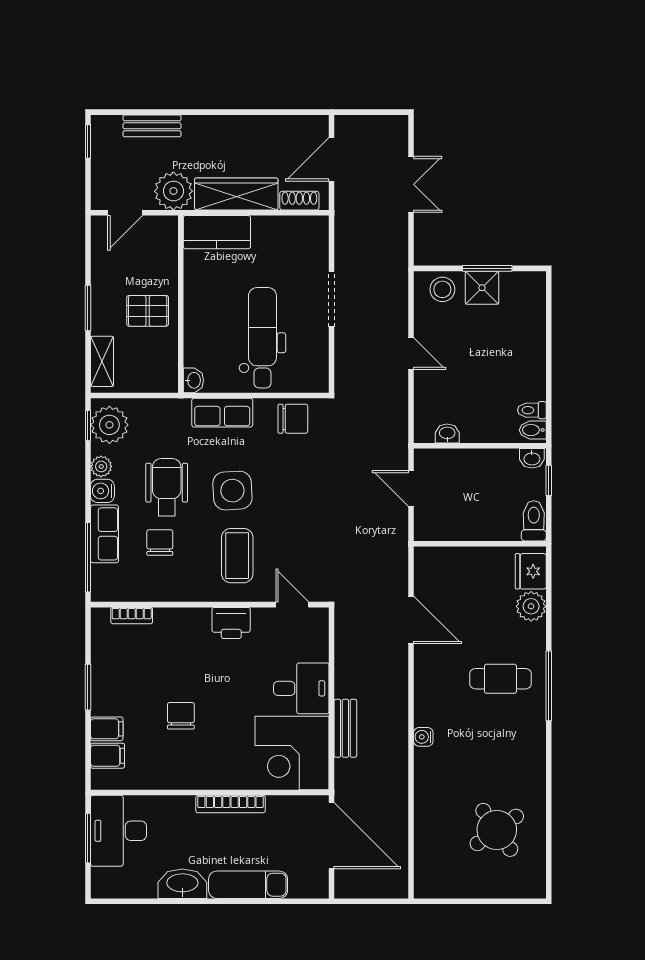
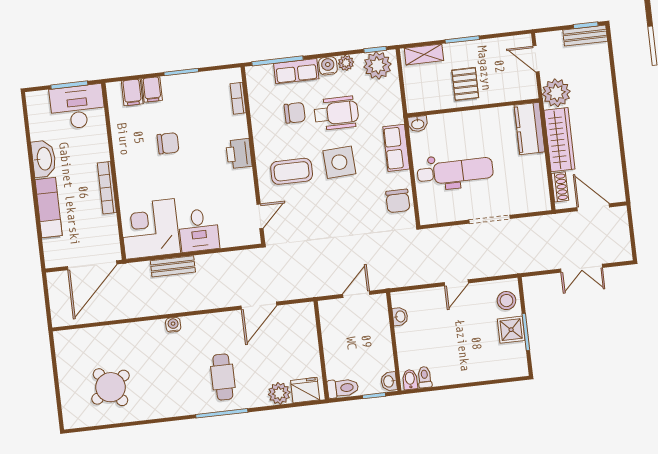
bench: (152, 126) -> (585, 36), moved, turned 90
printer: (231, 623) -> (239, 154), moved

